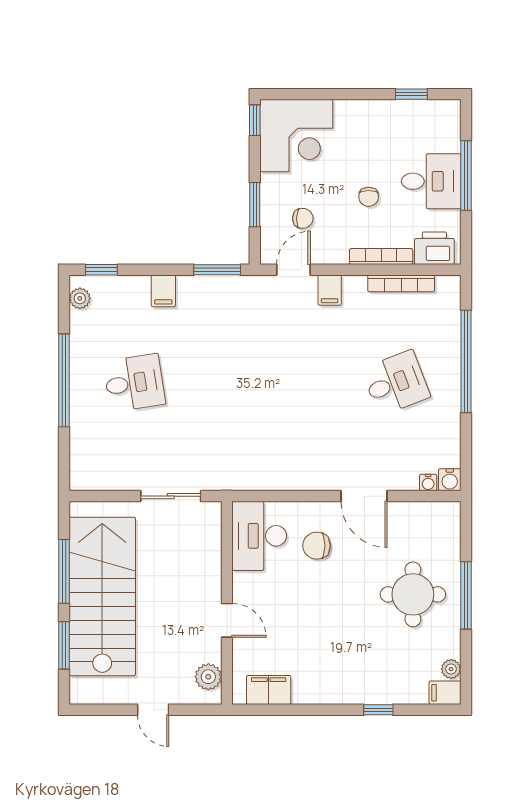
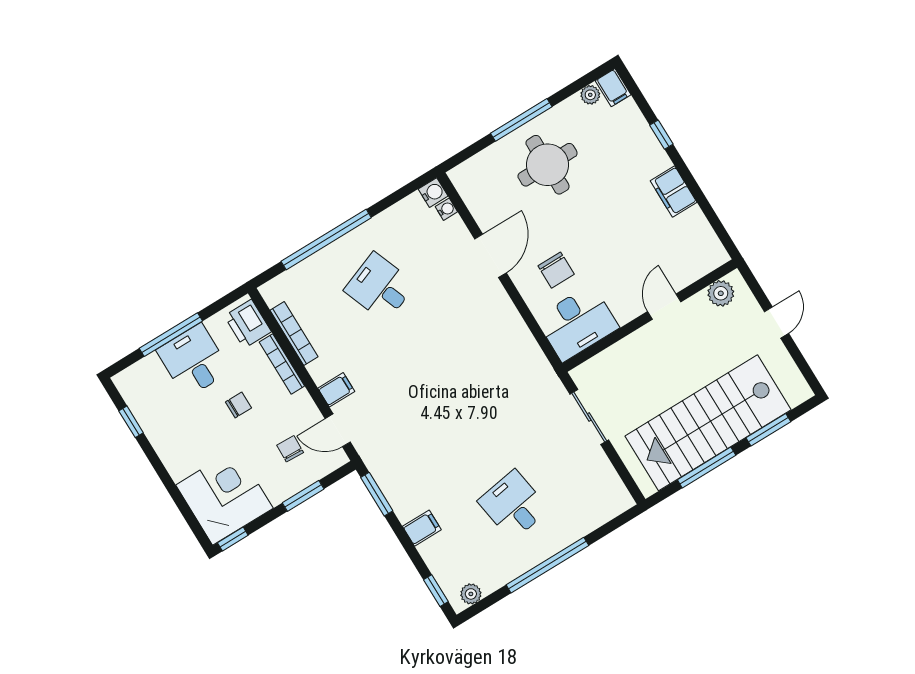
filing cabinet: (269, 690) -> (674, 192), moved

